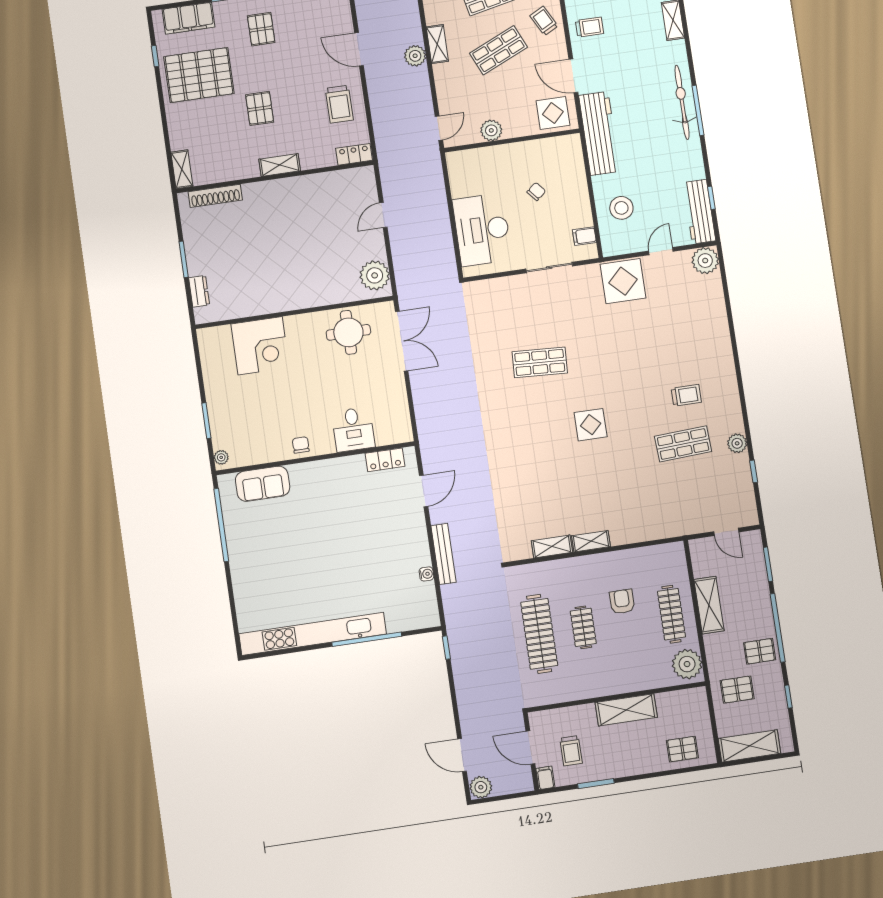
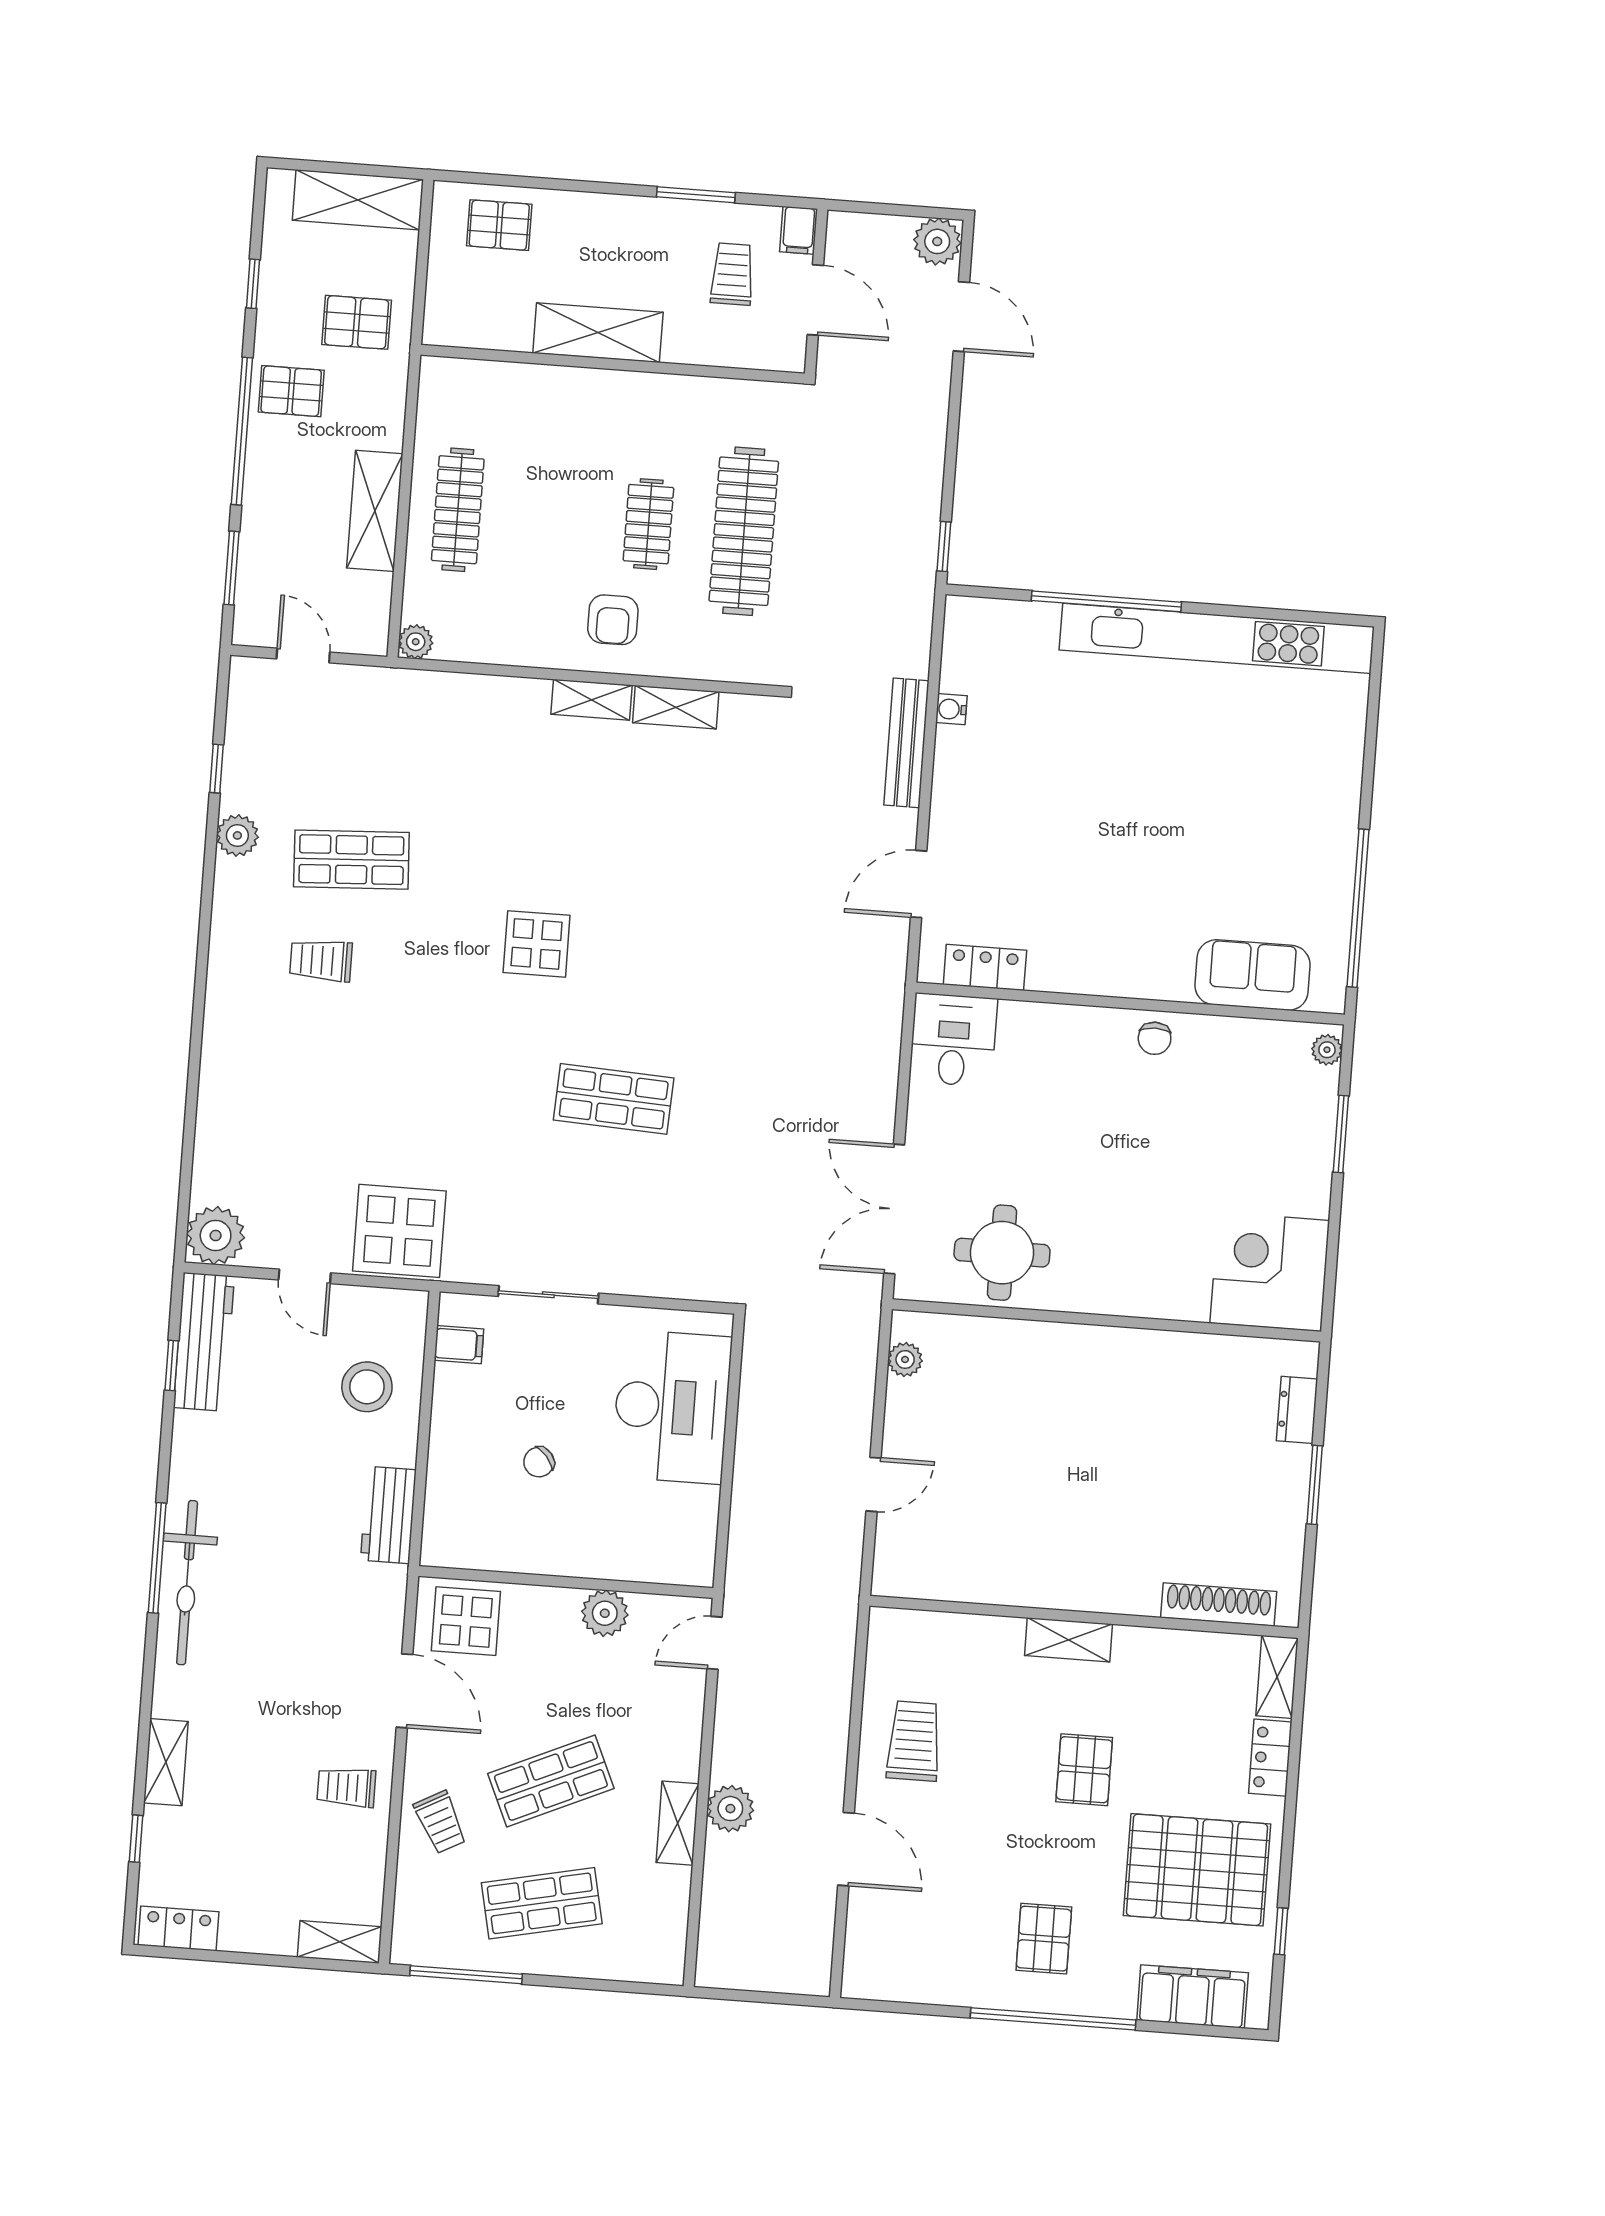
workbench: (599, 133) -> (388, 1515), width x0.53, depth x0.76
locker: (354, 154) -> (1270, 1758), moved, turned 90
door: (661, 251) -> (305, 1276), hinge flipped
plant: (375, 275) -> (905, 1359), width x0.53, depth x0.53
corner desk: (260, 346) -> (1270, 1272), moved
desk: (353, 429) -> (953, 1040), moved
armchair: (622, 602) -> (613, 620), moved
plant: (687, 664) -> (416, 642), moved, width x0.53, depth x0.53

